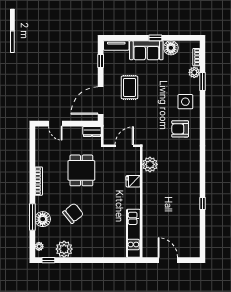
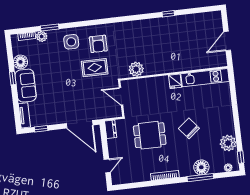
rug: (130, 87) -> (95, 68), moved
fridge: (133, 181) -> (175, 81), moved
chair: (73, 213) -> (189, 128), moved

